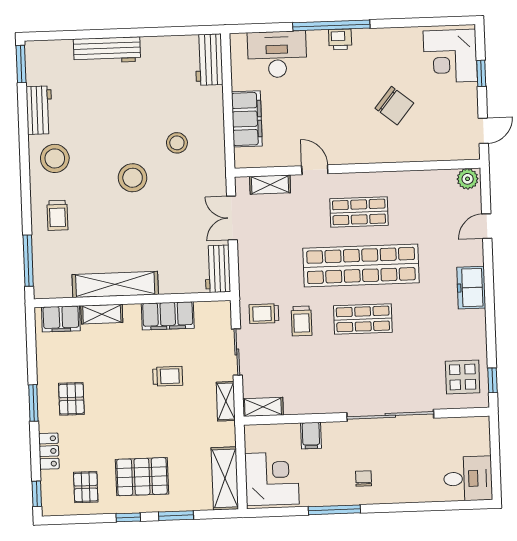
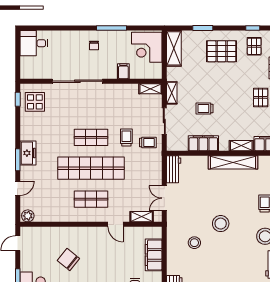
double door: (232, 218) -> (164, 198), swing flipped
window: (489, 275) -> (18, 160), added
window: (128, 517) -> (253, 28), moved

